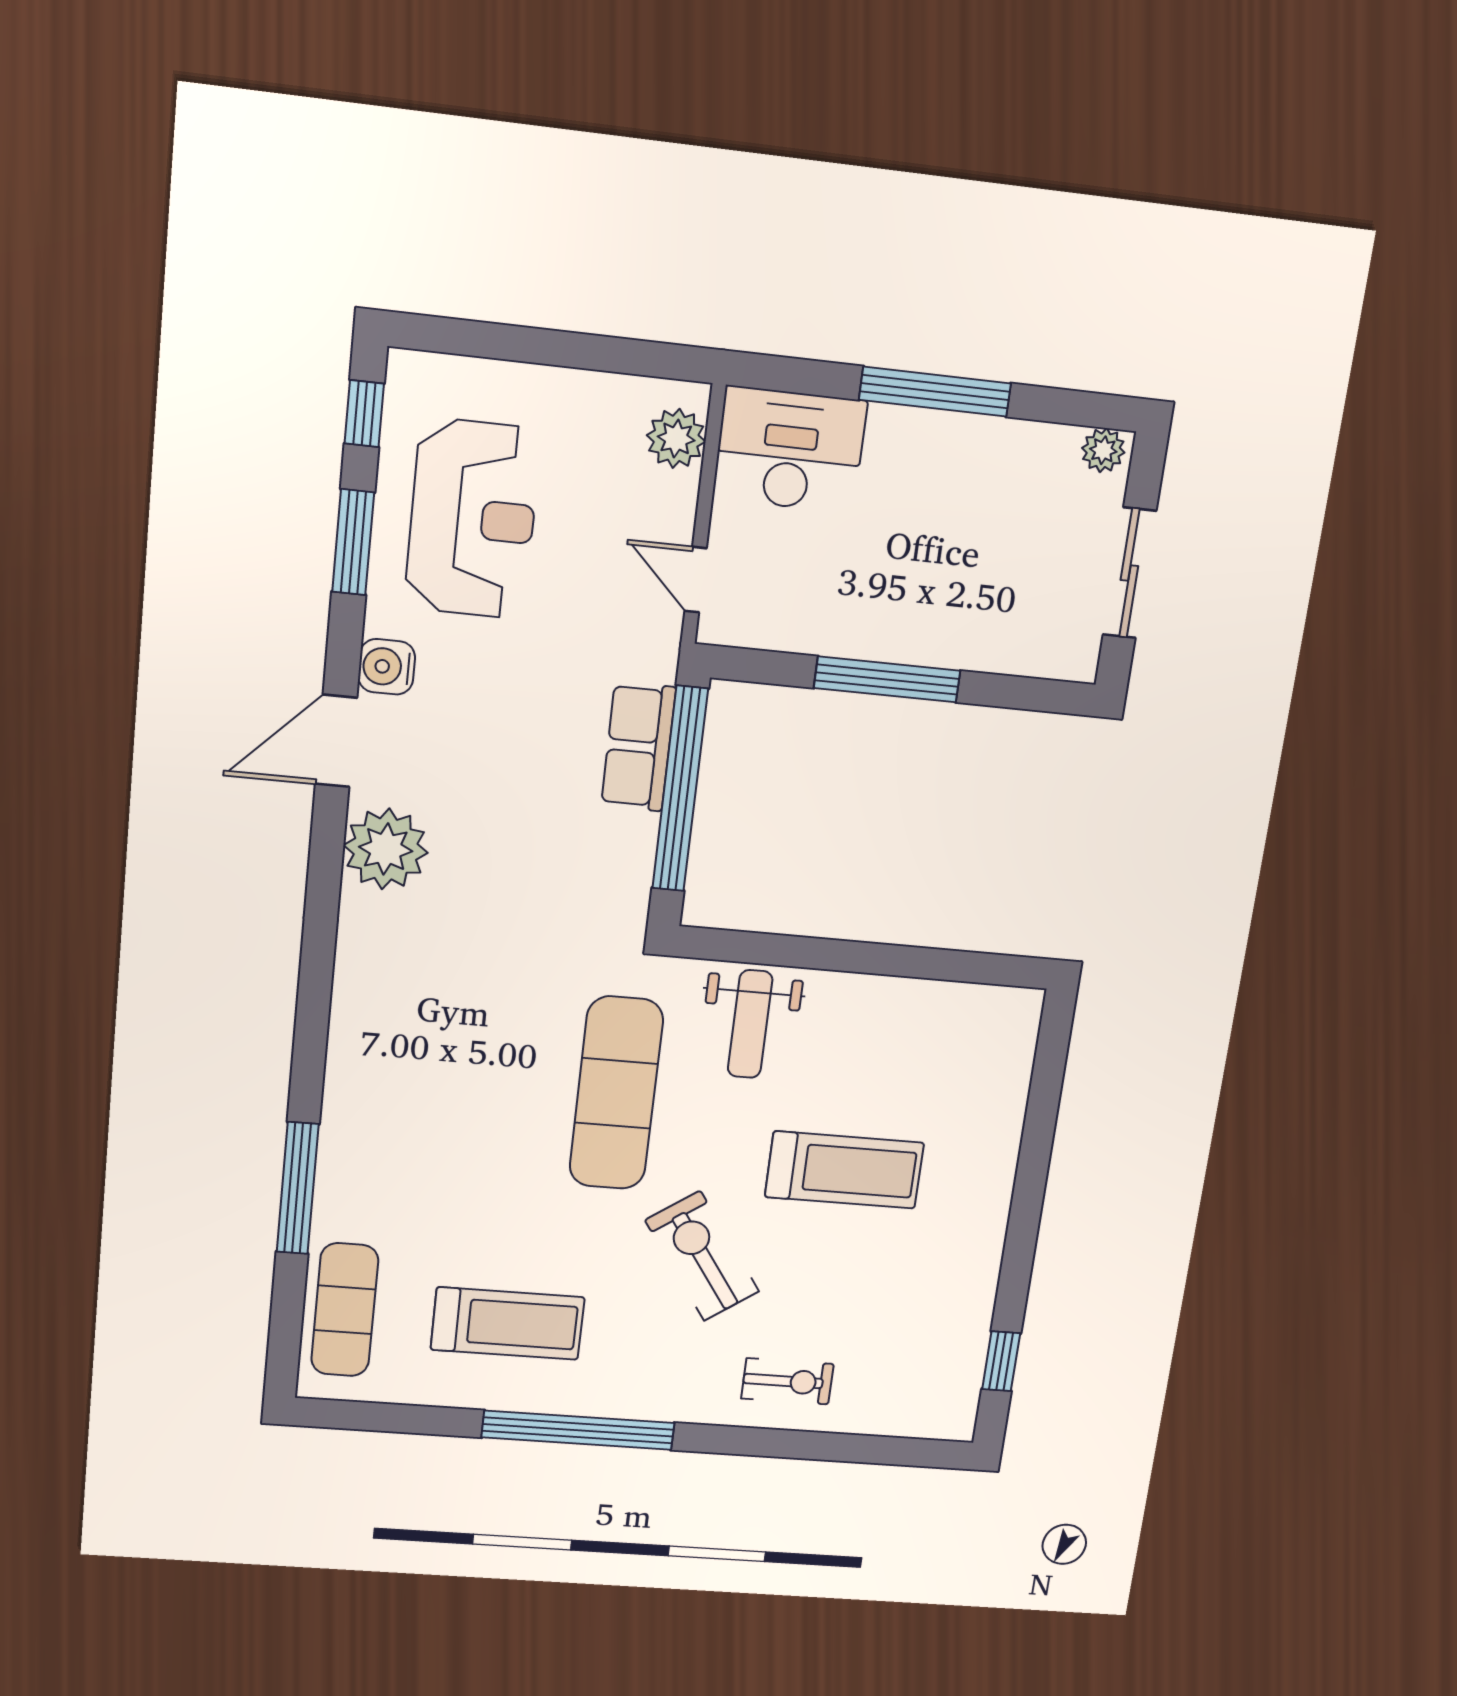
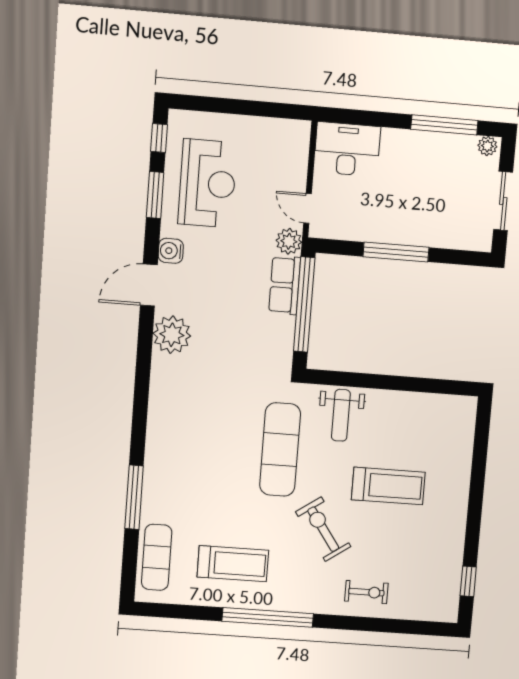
window: (935, 392) -> (444, 125), moved
plant: (676, 438) -> (289, 241), moved

